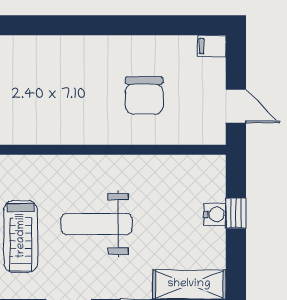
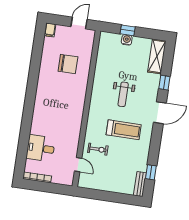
weight bench: (97, 224) -> (123, 94), width x0.73, depth x0.75

